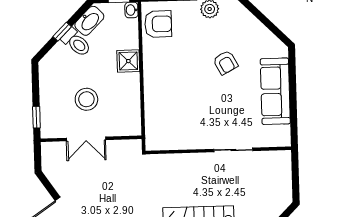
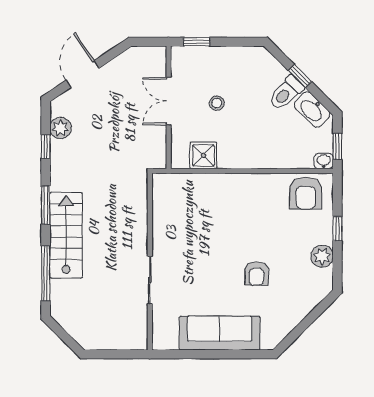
shower: (128, 61) -> (203, 155), moved
armchair: (225, 63) -> (256, 274), turned -62
stool: (86, 99) -> (217, 103), width x0.53, depth x0.53

